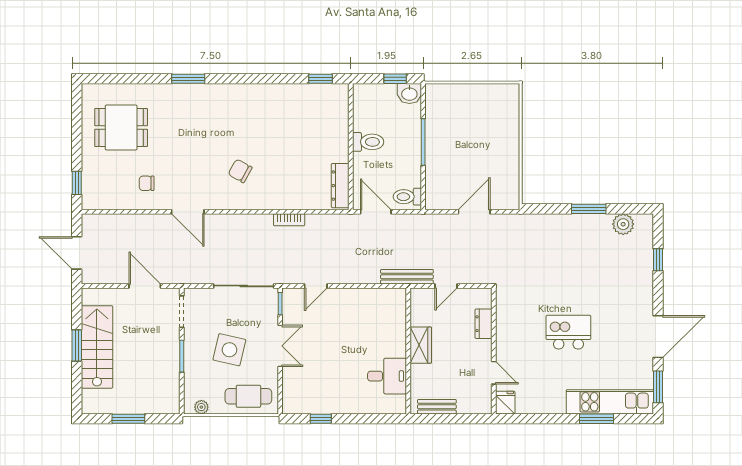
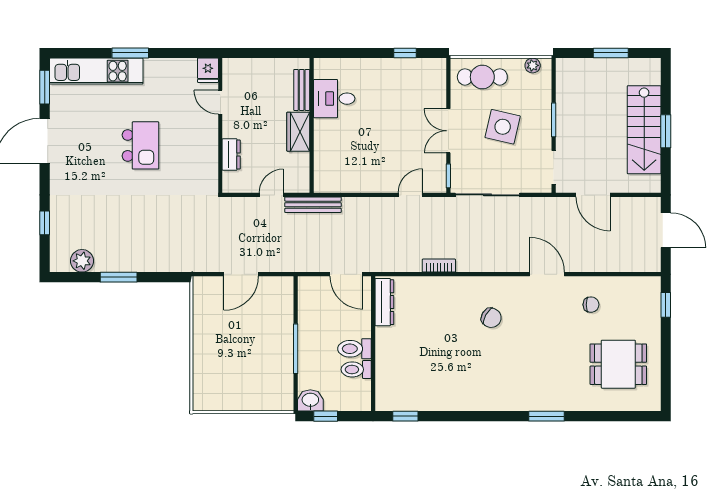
toilet: (407, 197) -> (356, 369), moved, turned 180
kitchen island: (568, 332) -> (140, 145), turned -90
bench: (437, 407) -> (302, 90), moved, turned 90
window: (597, 419) -> (130, 53), moved

